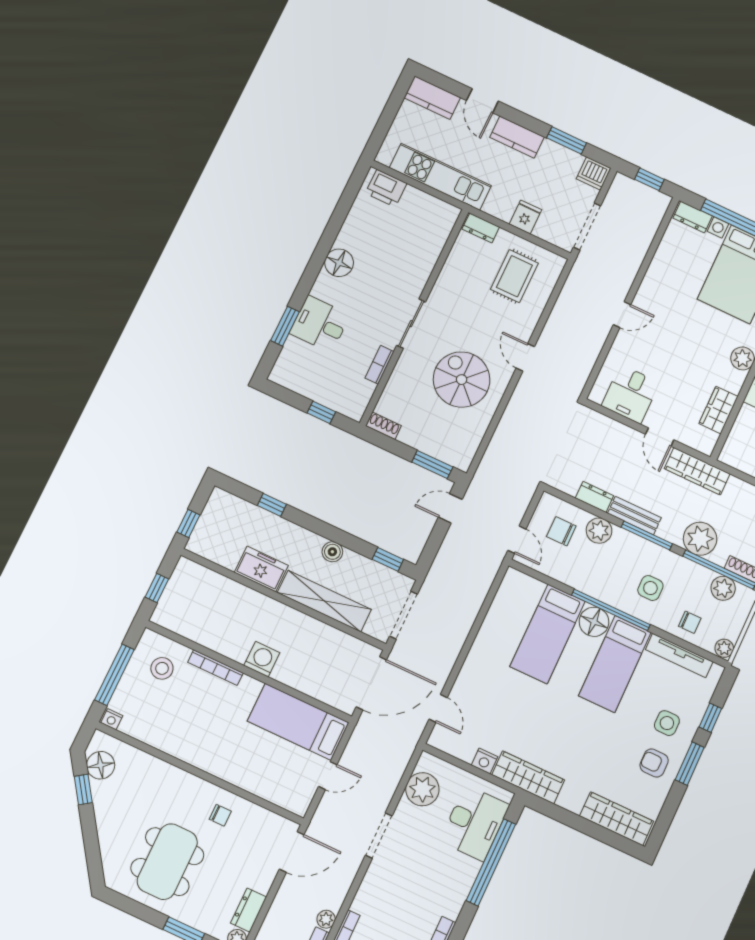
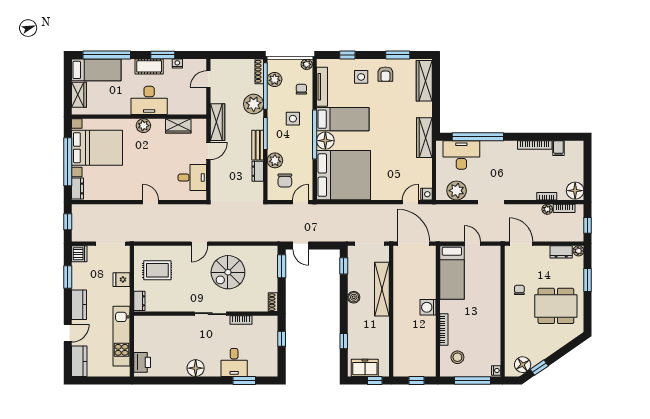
freezer: (261, 569) -> (365, 368), moved, turned 90
bed: (548, 634) -> (344, 175), width x2.04
nightstand: (485, 761) -> (426, 194), moved
window: (690, 764) -> (398, 55), moved

